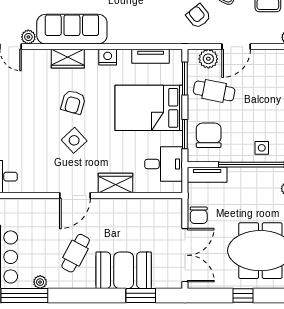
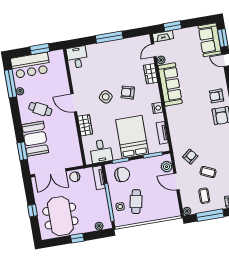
wardrobe: (68, 59) -> (151, 74), moved
cafe table: (214, 91) -> (136, 202), moved

